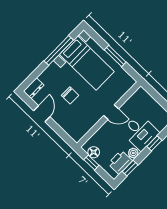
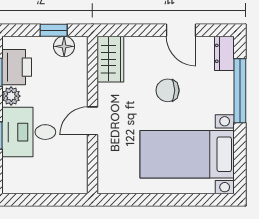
window: (59, 50) -> (240, 91), moved
window: (115, 56) -> (159, 200), removed
wardrobe: (80, 130) -> (110, 59), added

